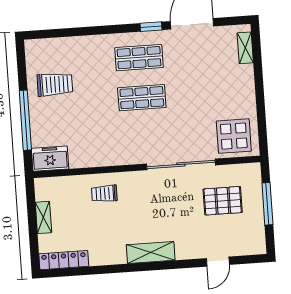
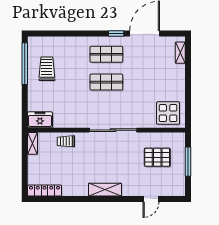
trolley: (55, 84) -> (47, 69), turned -90
window: (25, 120) -> (25, 64), moved
sliding door: (181, 164) -> (113, 130), moved
trolley: (104, 194) -> (66, 141), moved
shelving: (43, 217) -> (33, 143), moved

